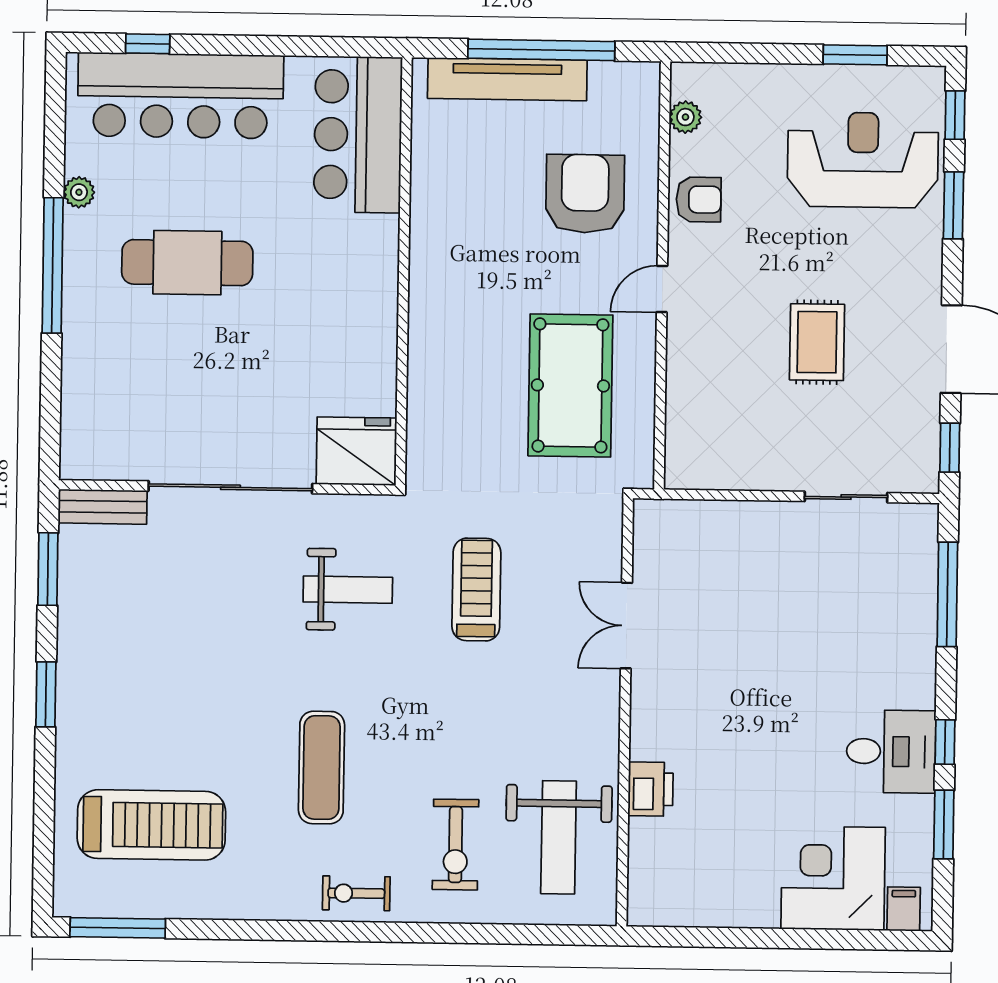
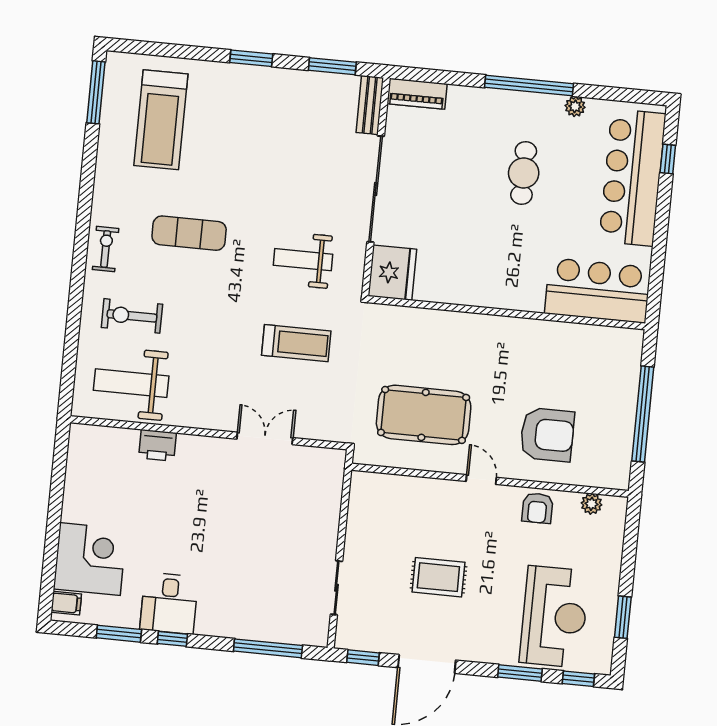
tv unit: (507, 79) -> (626, 390), removed
cafe table: (187, 263) -> (524, 173), width x0.73, depth x0.74
piano: (79, 436) -> (417, 94), added
weight bench: (348, 590) -> (303, 260), turned 90

